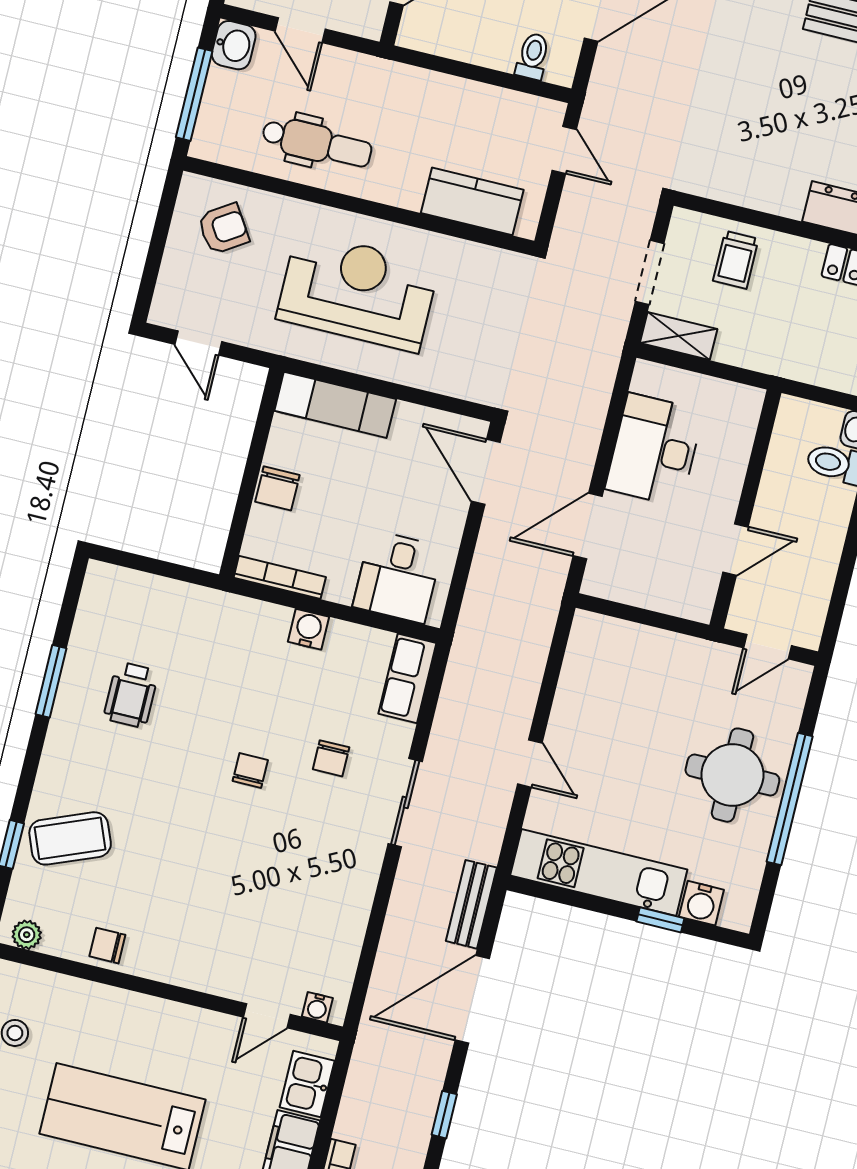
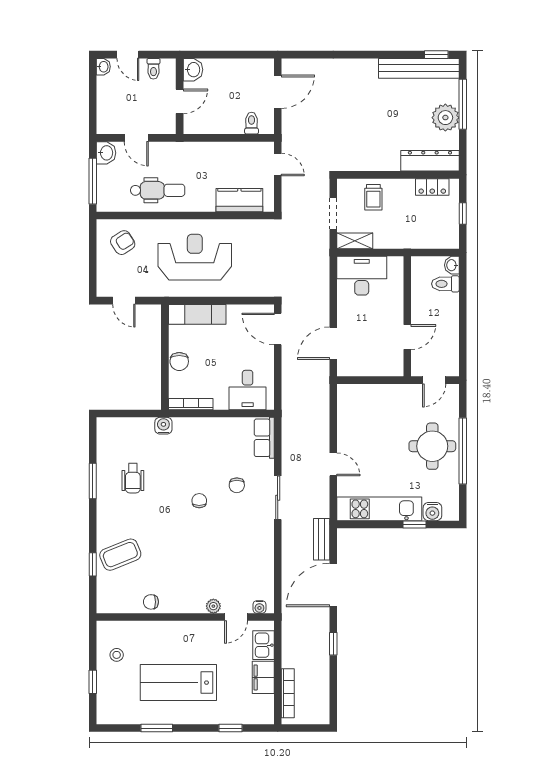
desk: (654, 450) -> (362, 276), moved, turned 90
water cooler: (308, 629) -> (163, 426), moved
plant: (27, 935) -> (213, 606), moved

